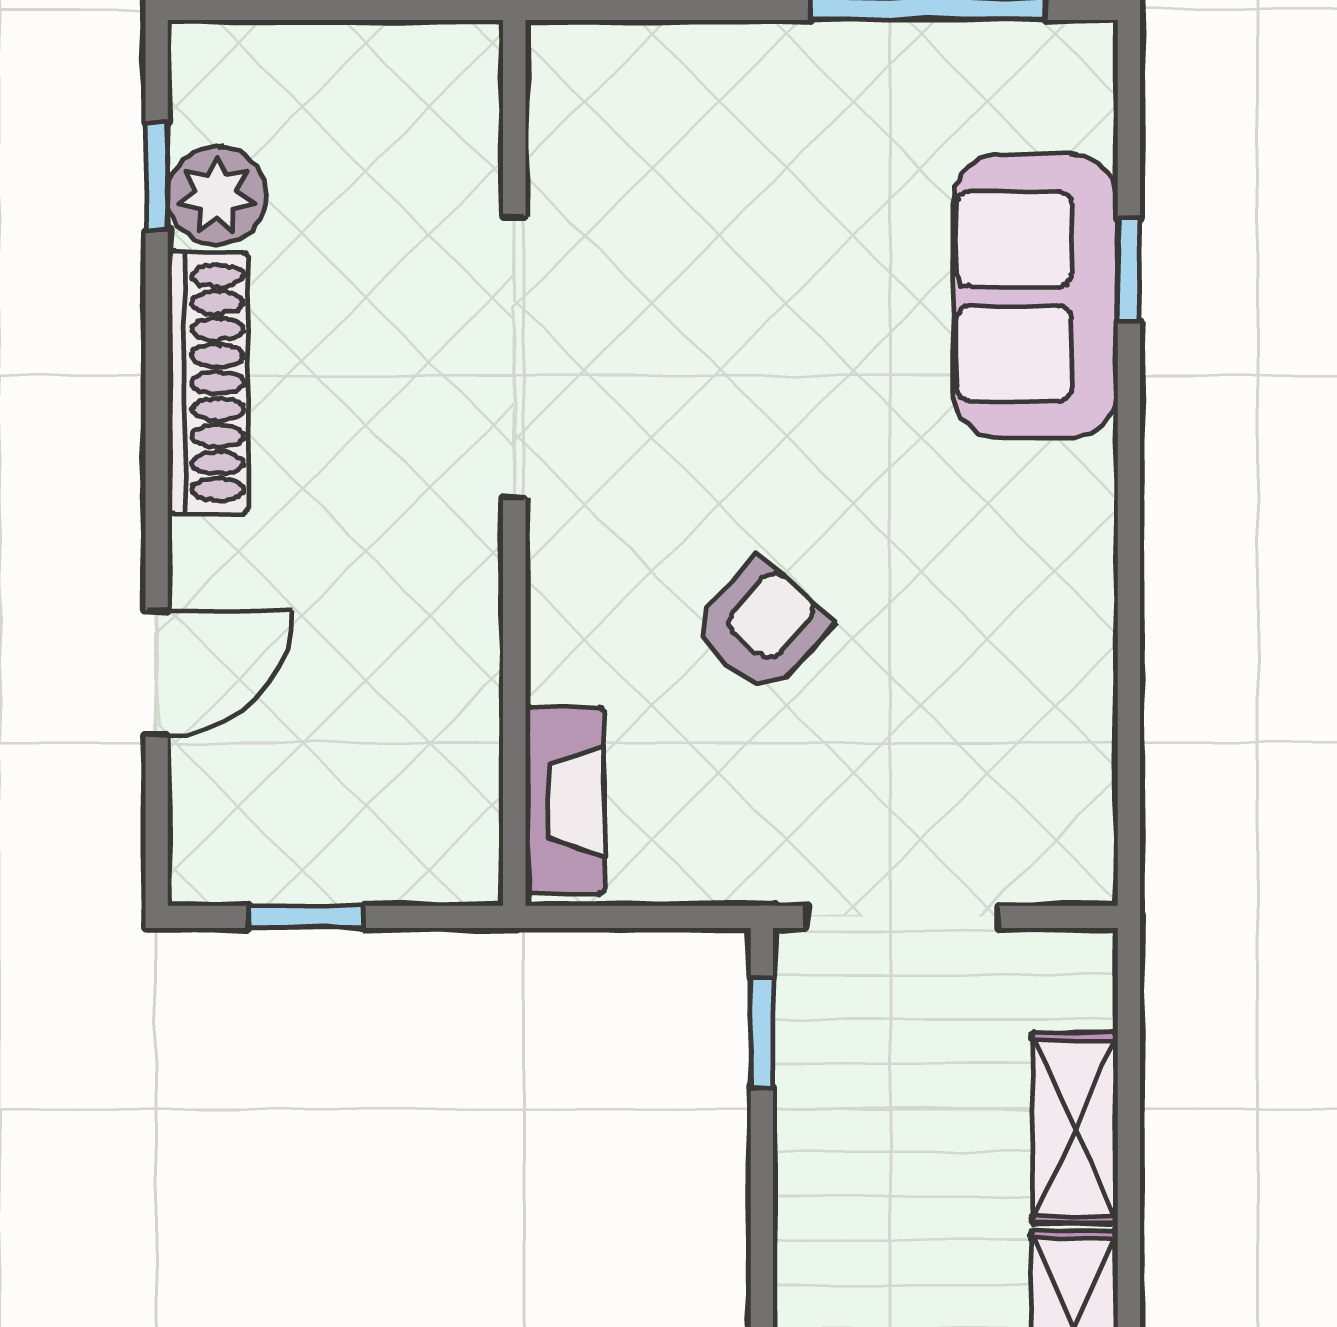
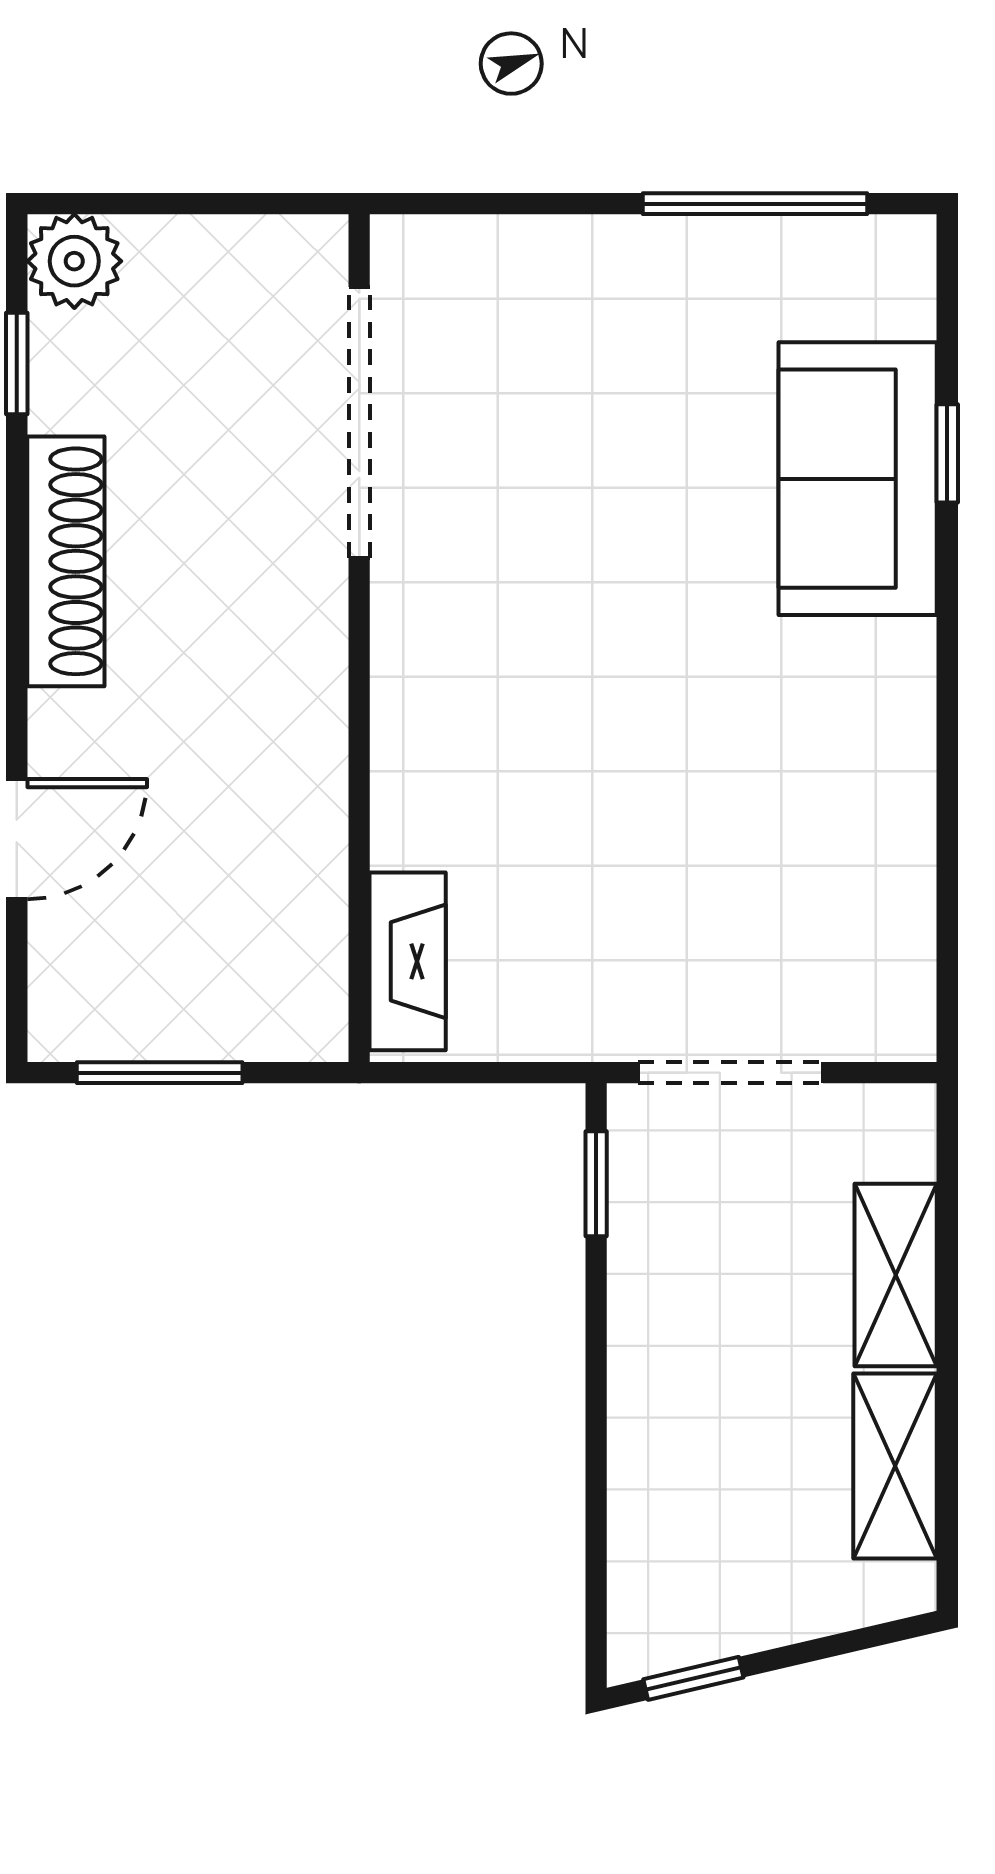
plant: (217, 195) -> (74, 261), moved
doorway: (514, 357) -> (359, 422), moved
armchair: (761, 627) -> (595, 795), removed
window: (306, 917) -> (160, 1073), width x1.50

